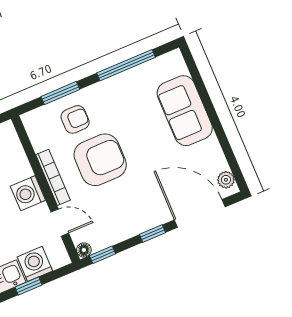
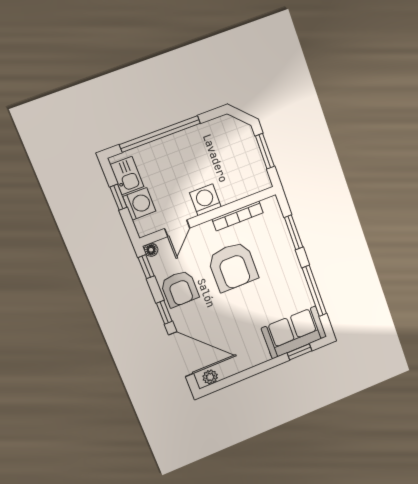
window: (197, 78) -> (300, 352), added
sofa: (185, 111) -> (294, 332), moved
armchair: (75, 119) -> (180, 289), moved, width x1.38, depth x1.38
bookcase: (53, 177) -> (238, 216), moved
door: (200, 213) -> (181, 354), hinge flipped

